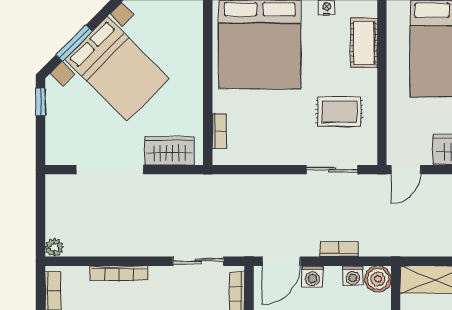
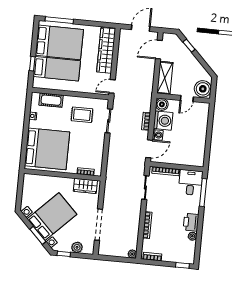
rug: (339, 111) -> (82, 115), turned 90
plant: (57, 129) -> (77, 247), added
wardrobe: (170, 151) -> (85, 186), moved, turned -90
door: (406, 170) -> (112, 86), swing flipped
door: (281, 261) -> (149, 149), hinge flipped
washing machine: (353, 276) -> (163, 121), width x1.89, depth x1.89

